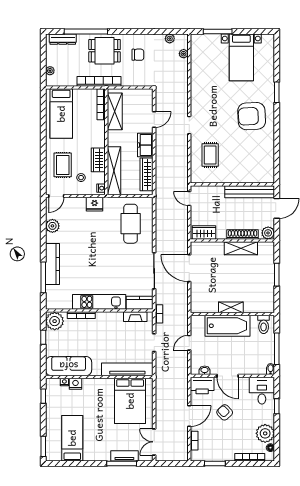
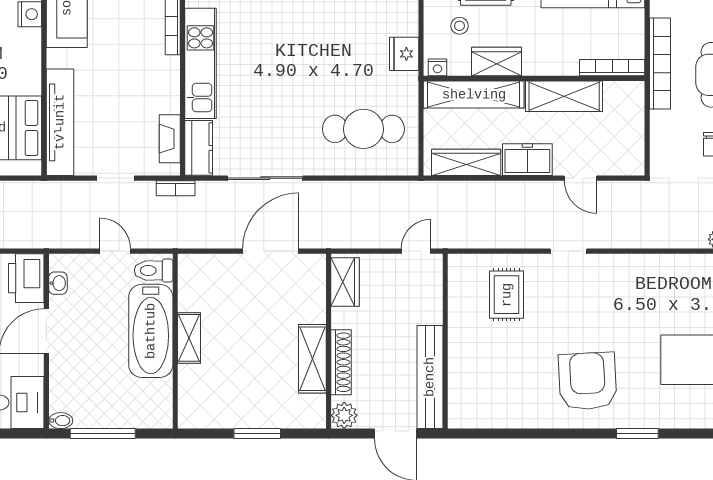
shelving: (115, 111) -> (564, 96), moved
rug: (210, 155) -> (507, 295), turned 90
toilet: (264, 324) -> (154, 271), moved

